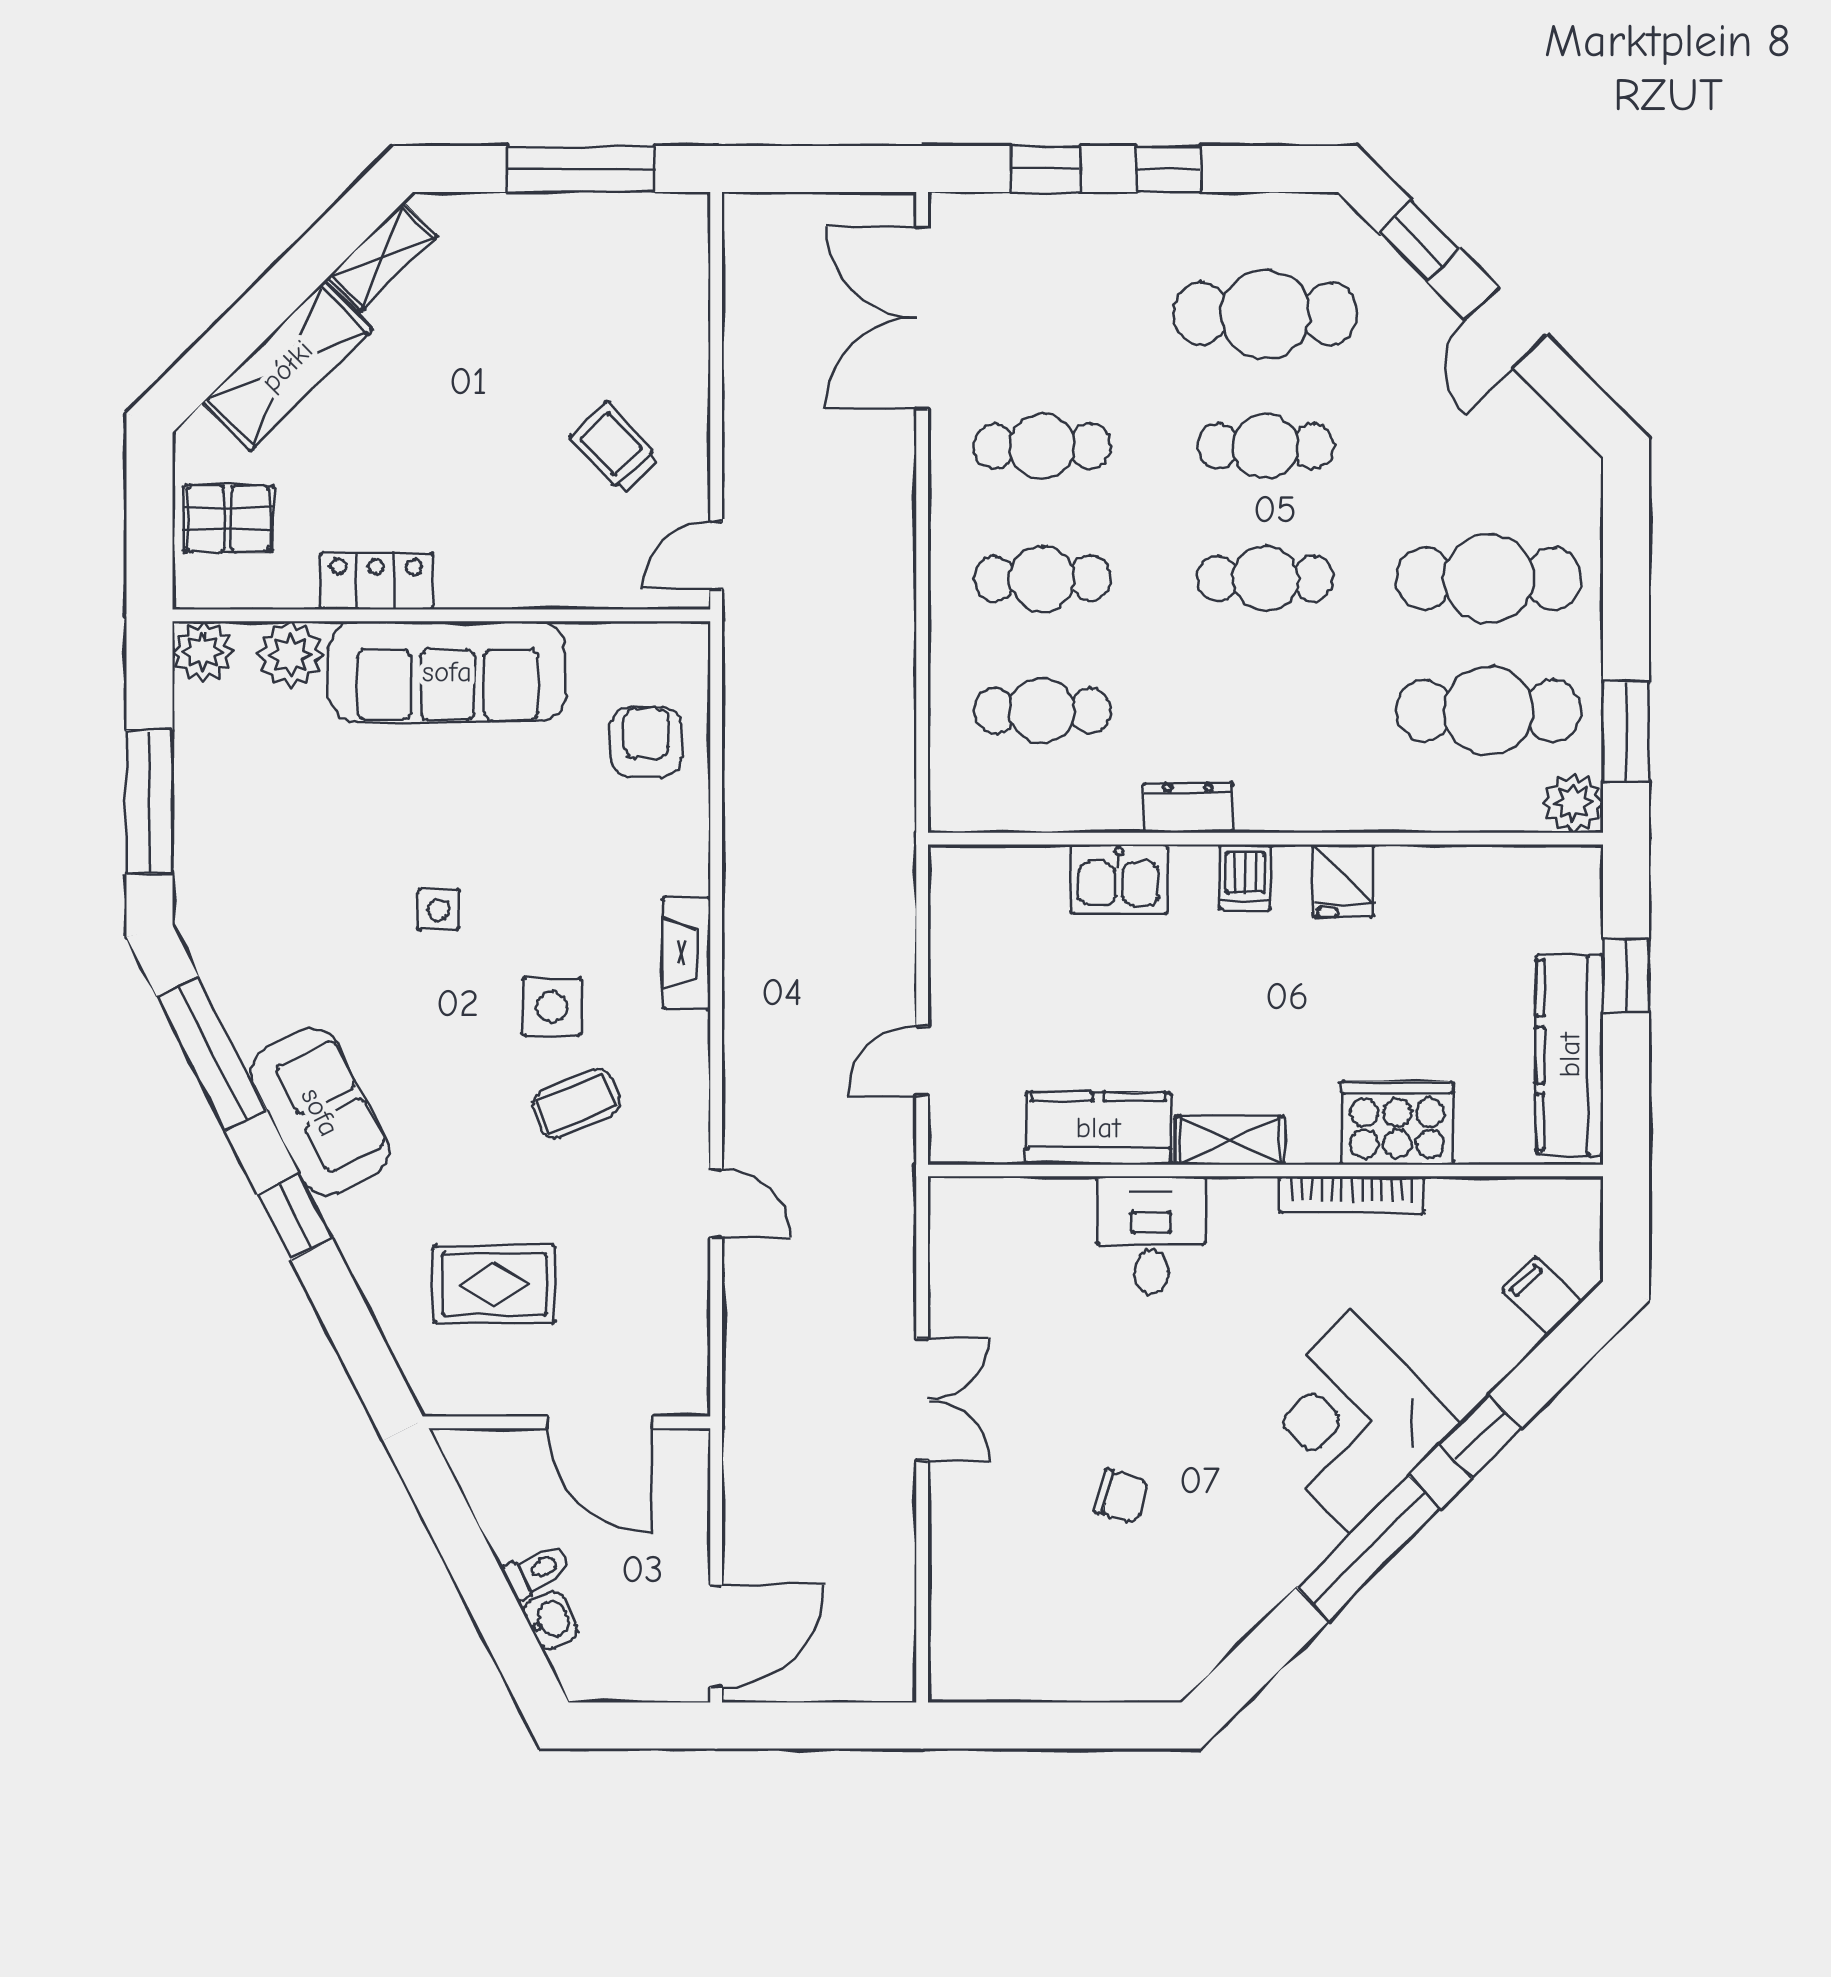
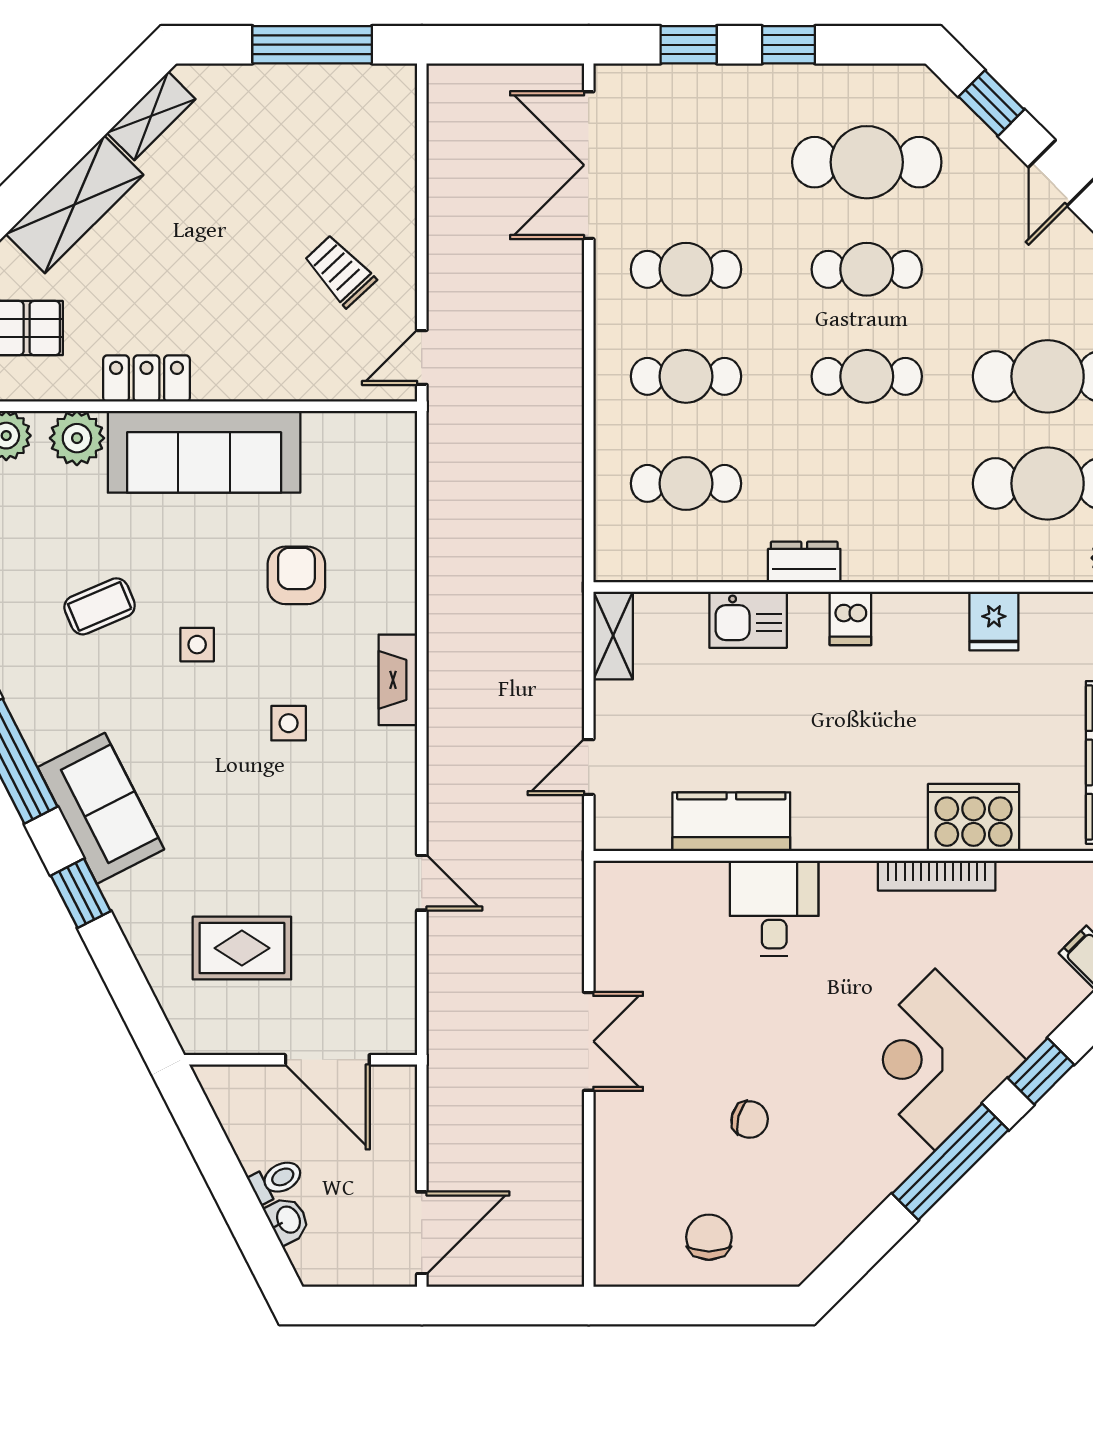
armchair: (646, 742) -> (296, 575), moved
fridge: (1343, 880) -> (994, 621), moved
side table: (552, 1007) -> (289, 723), width x0.73, depth x0.73
coffee table: (576, 1104) -> (100, 606), moved
shelving: (1230, 1140) -> (613, 636), moved, turned 90
chair: (1070, 1641) -> (709, 1237), added

